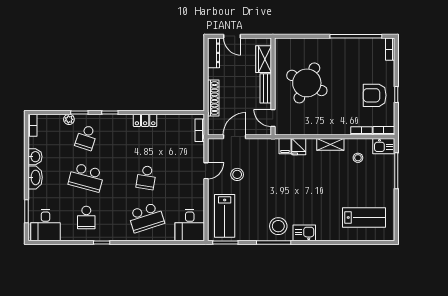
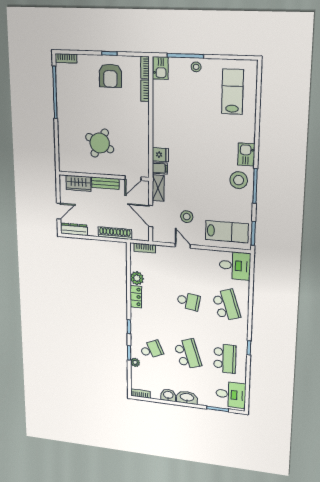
round table: (307, 83) -> (100, 143), width x0.73, depth x0.73
plant: (166, 122) -> (137, 278), added
school desk: (86, 138) -> (151, 350), turned -42
shelving: (330, 144) -> (158, 188), moved
stool: (358, 158) -> (196, 67), moved
school desk: (86, 178) -> (188, 354), turned -33
school desk: (86, 217) -> (225, 358), width x1.85

